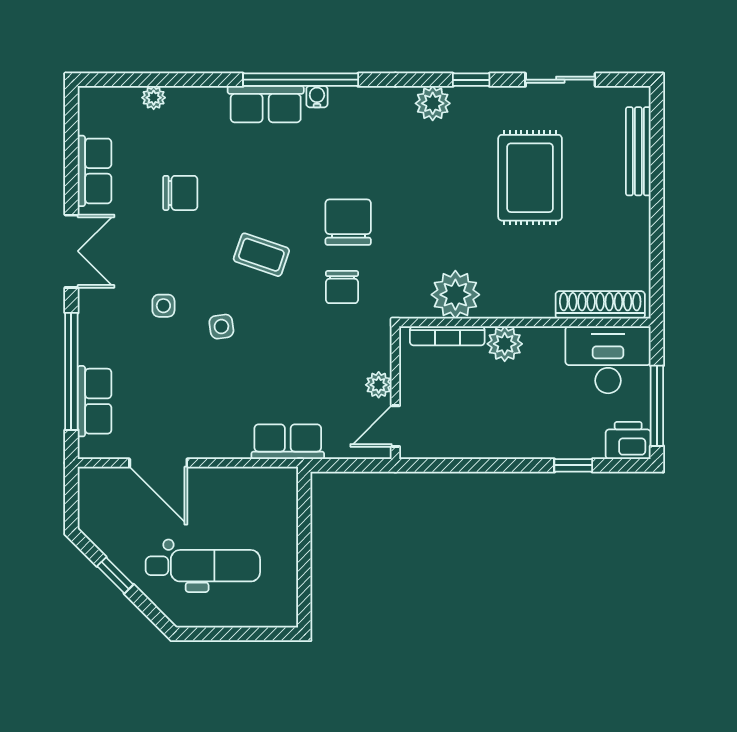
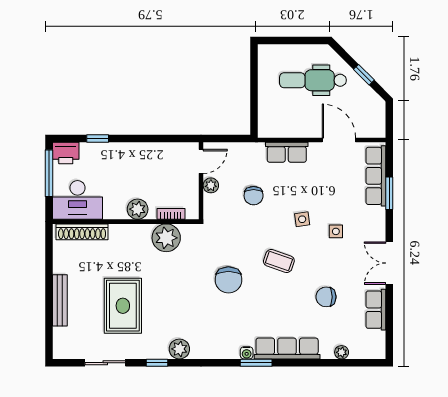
window: (301, 80) -> (256, 363), width x0.47
row of seats: (266, 104) -> (287, 348), width x1.48
bench: (638, 151) -> (60, 300), moved
chair: (342, 287) -> (254, 196), moved, turned 180
bookcase: (447, 336) -> (171, 214), width x0.64
window: (71, 371) -> (389, 193), width x0.47
row of seats: (95, 401) -> (376, 176), width x1.48
row of seats: (288, 442) -> (287, 152), moved

